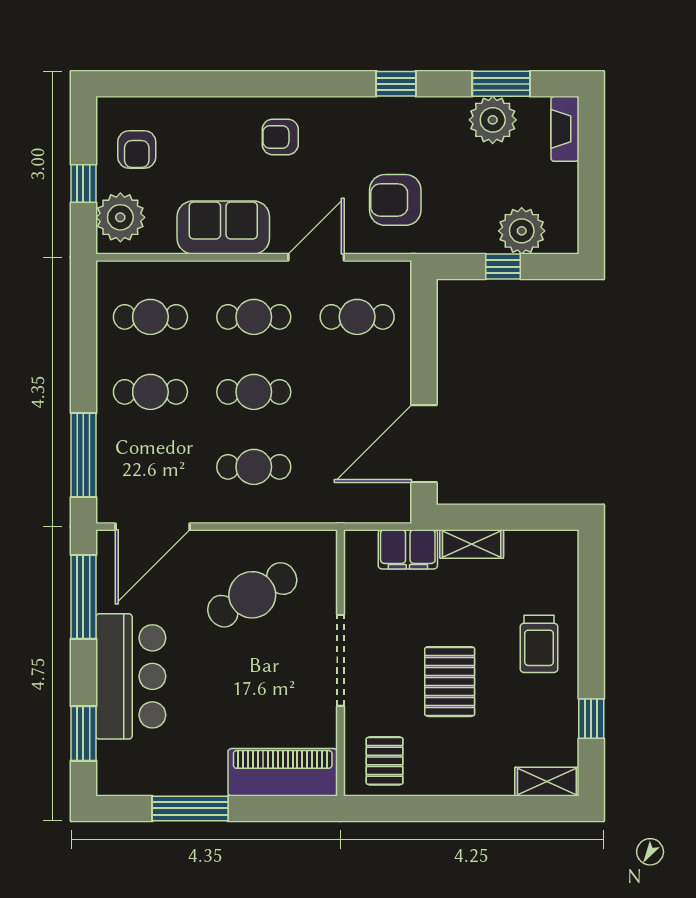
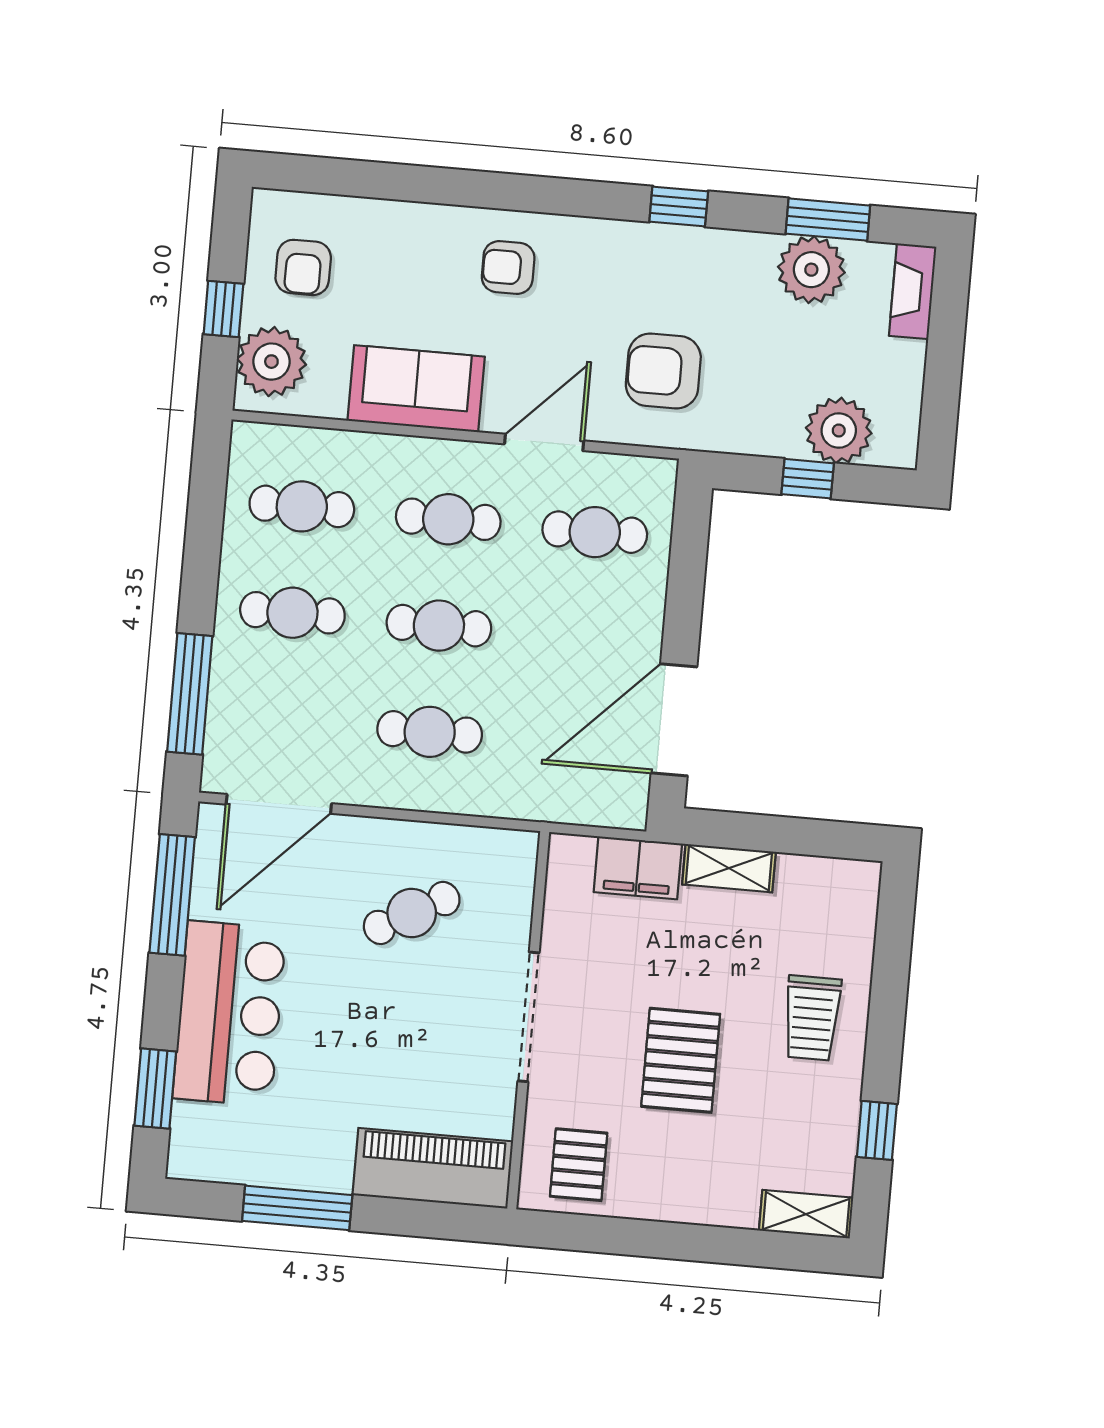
cafe table: (252, 595) -> (412, 913), width x0.73, depth x0.74

